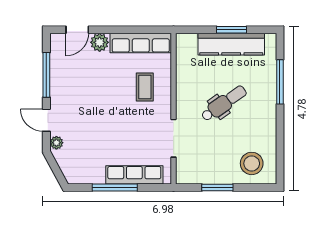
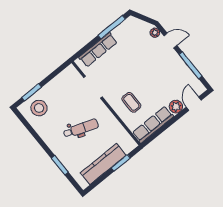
window: (231, 30) -> (121, 163), moved
window: (280, 82) -> (60, 165), width x0.69
dental chair: (224, 103) -> (81, 128), turned -125
window: (115, 187) -> (112, 27), moved
window: (217, 187) -> (32, 92), moved

